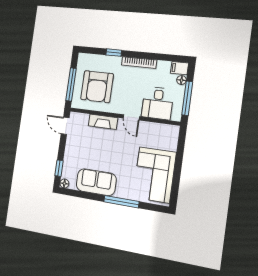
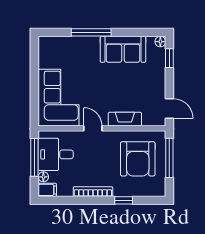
armchair: (97, 87) -> (138, 159), turned 180
desk: (158, 103) -> (56, 154), moved, turned -90
corner sofa: (154, 175) -> (59, 98), moved

